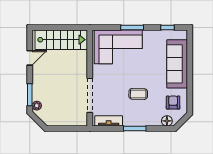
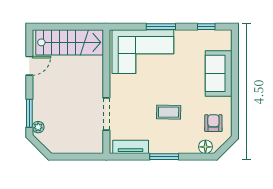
sofa: (177, 64) -> (219, 73), width x0.73
doorway: (90, 95) -> (106, 114), width x0.73

